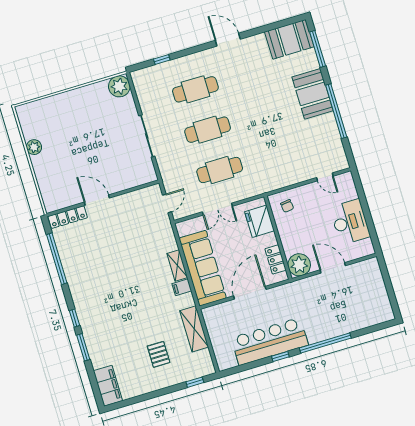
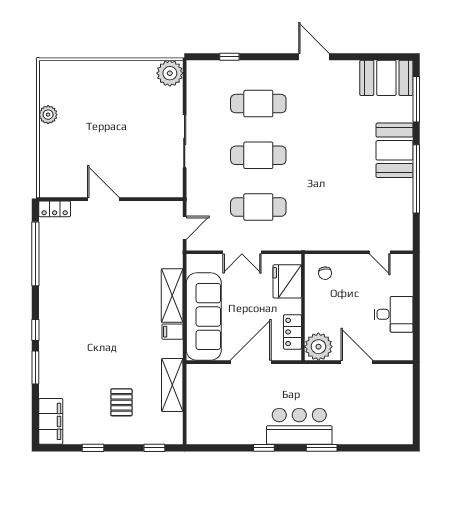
locker: (68, 217) -> (55, 209), width x0.66
desk: (350, 222) -> (393, 314), width x0.73
shelving: (177, 266) -> (172, 296), width x1.50, depth x1.33
bar counter: (270, 341) -> (299, 426), moved, width x0.73
window: (325, 343) -> (322, 448), width x0.47
window: (147, 396) -> (93, 448), added

